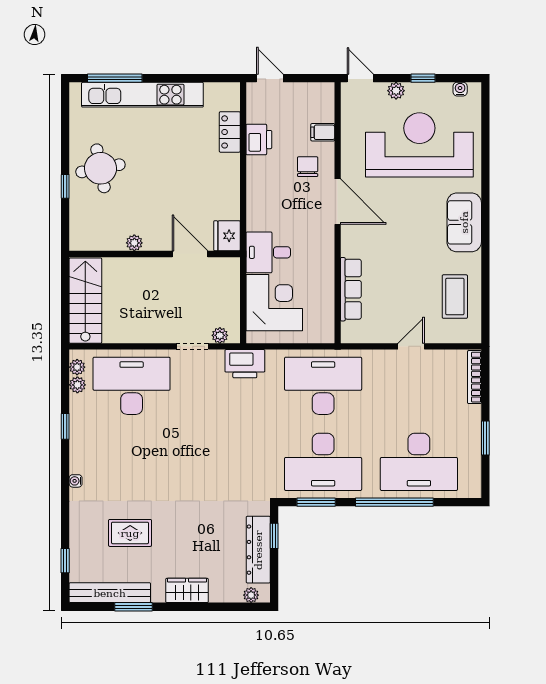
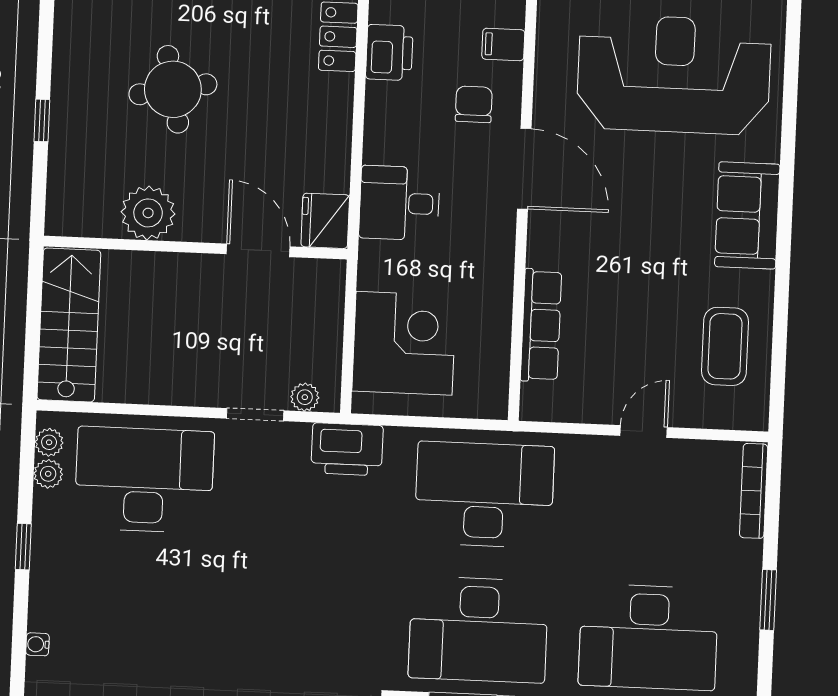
round table: (100, 168) -> (173, 89), moved
plant: (134, 243) -> (148, 213), width x1.87, depth x1.87
desk: (268, 252) -> (399, 203), moved

